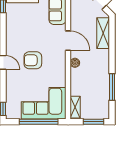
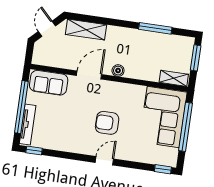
armchair: (33, 60) -> (107, 123), turned 90

